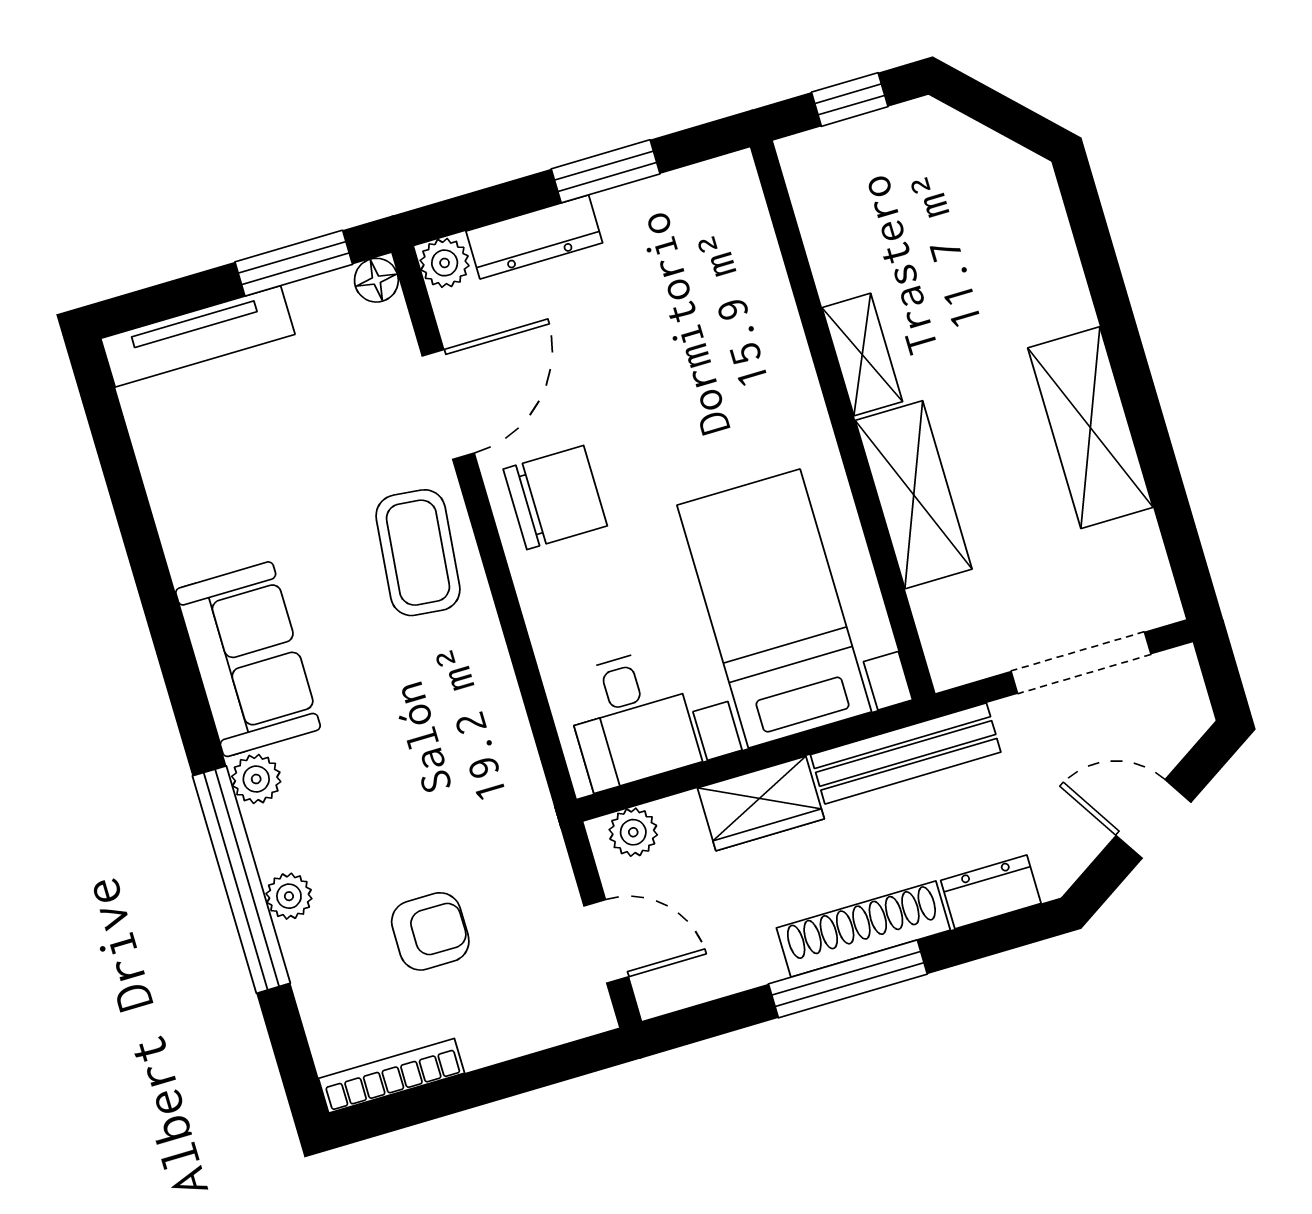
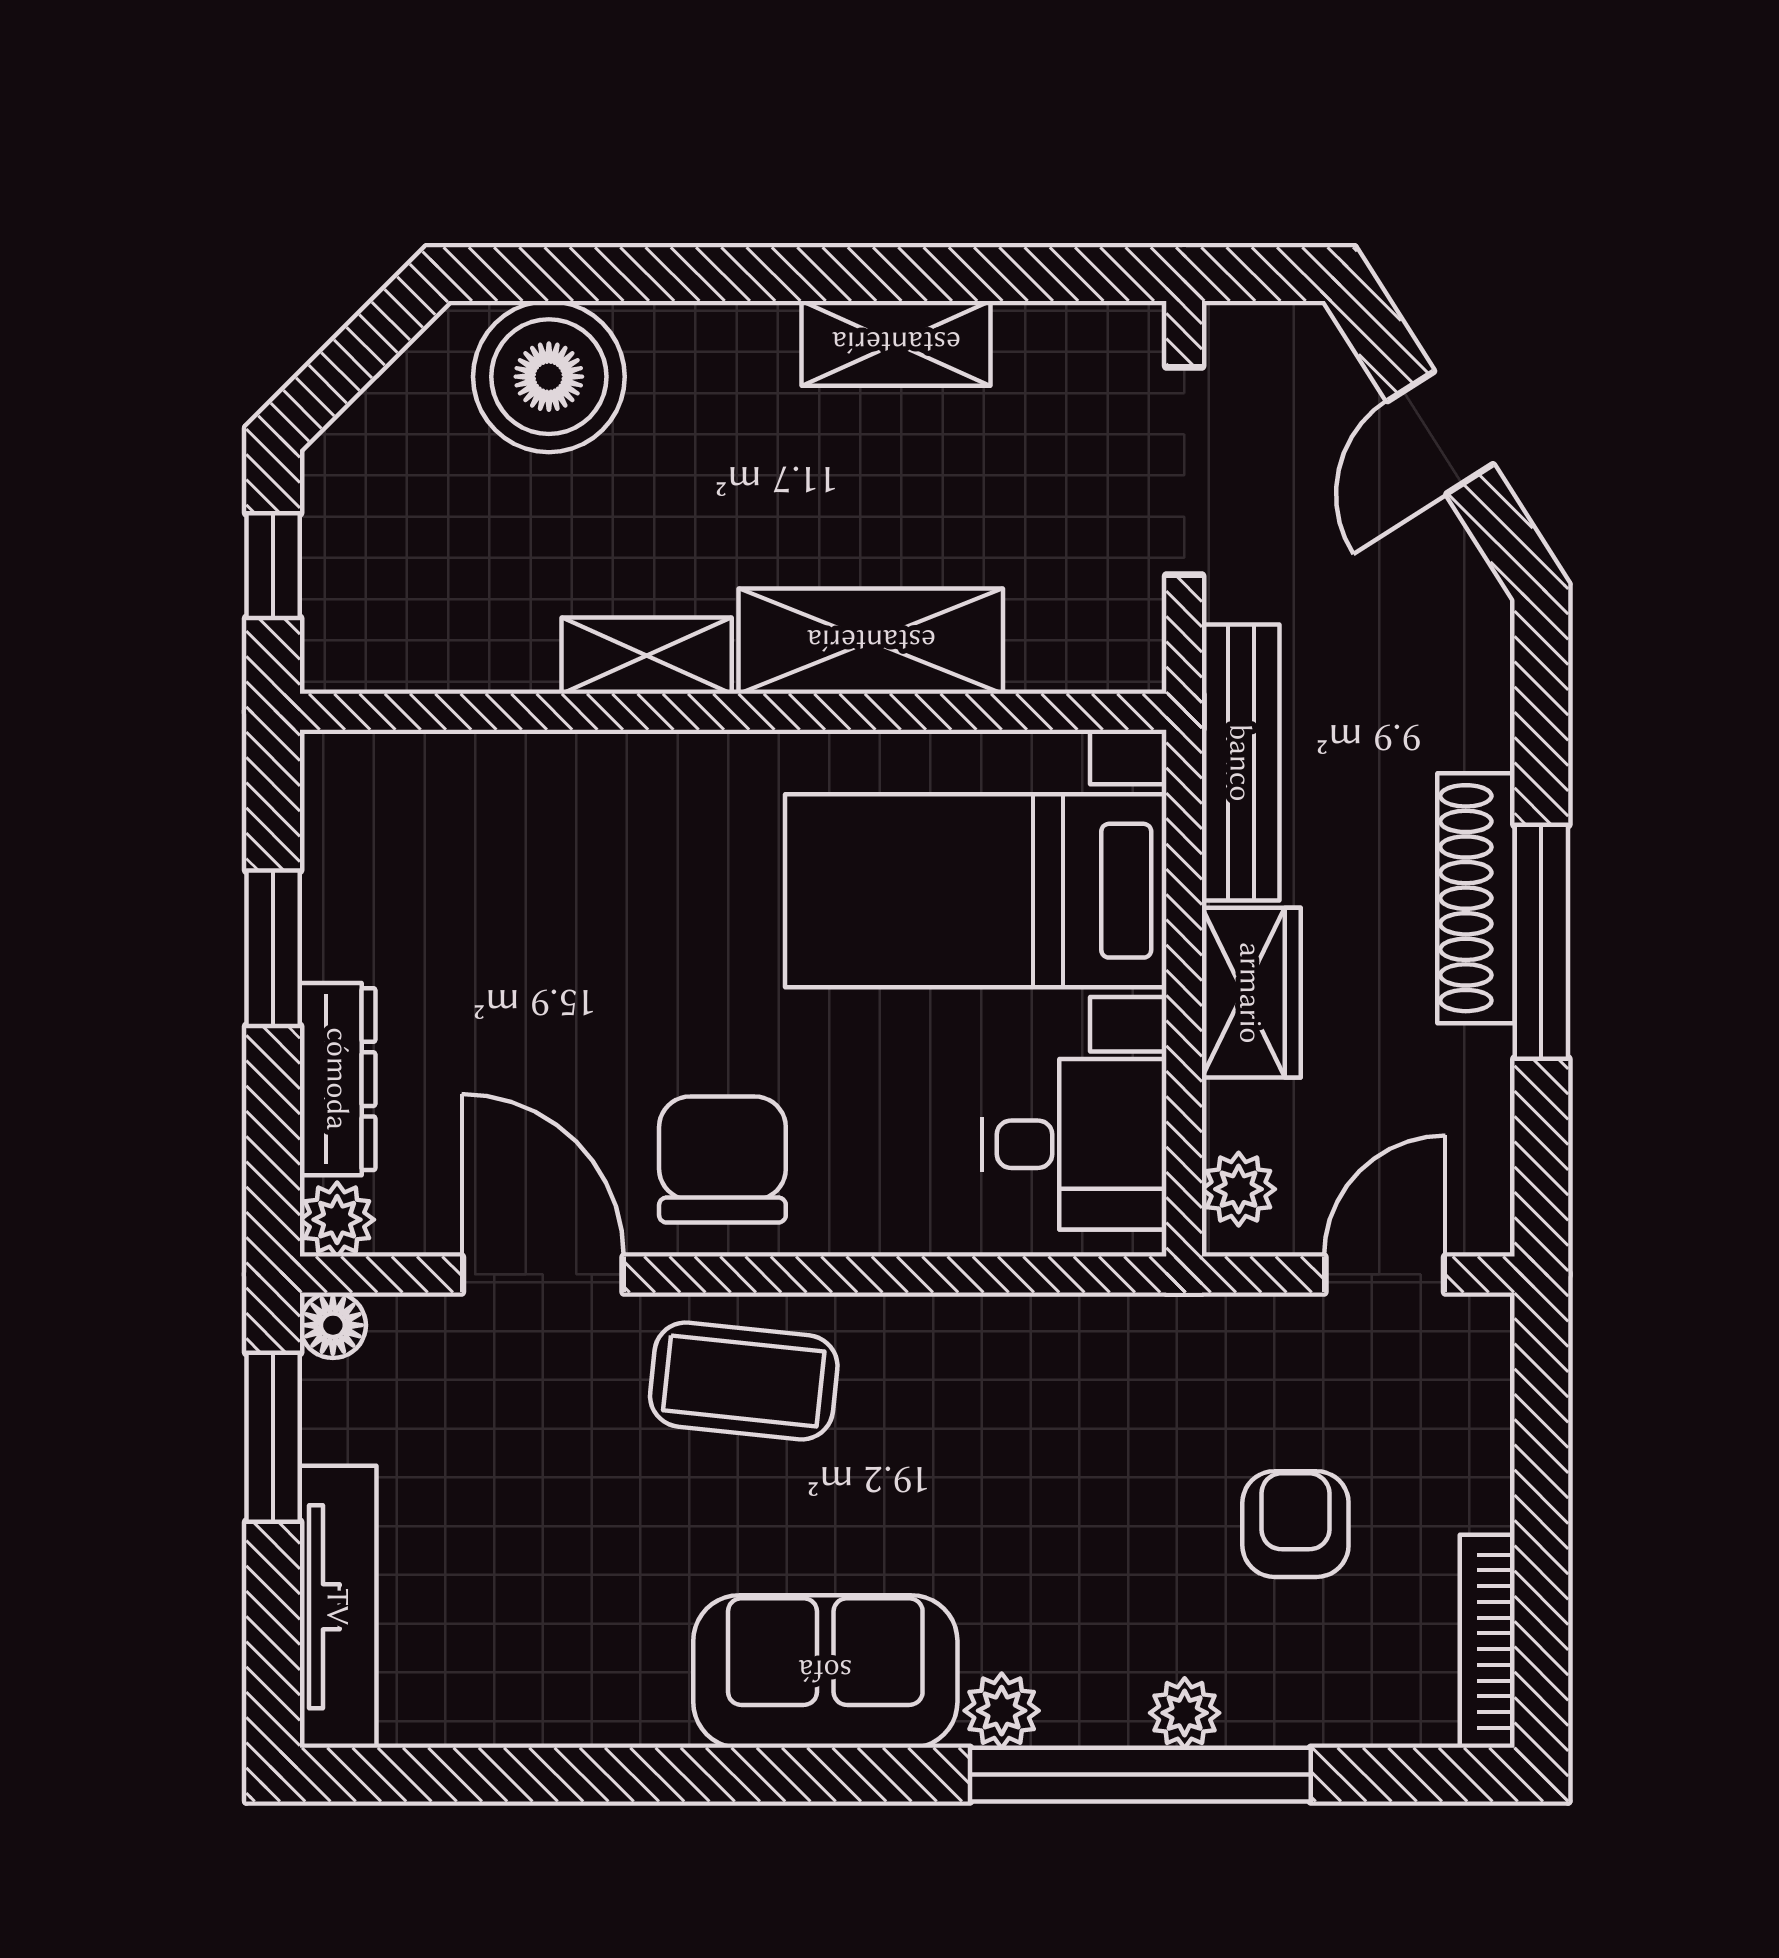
boiler: (1022, 240) -> (549, 377), added
shelving: (1090, 428) -> (896, 343), width x0.67, depth x0.75
dresser: (991, 892) -> (1477, 698), removed

